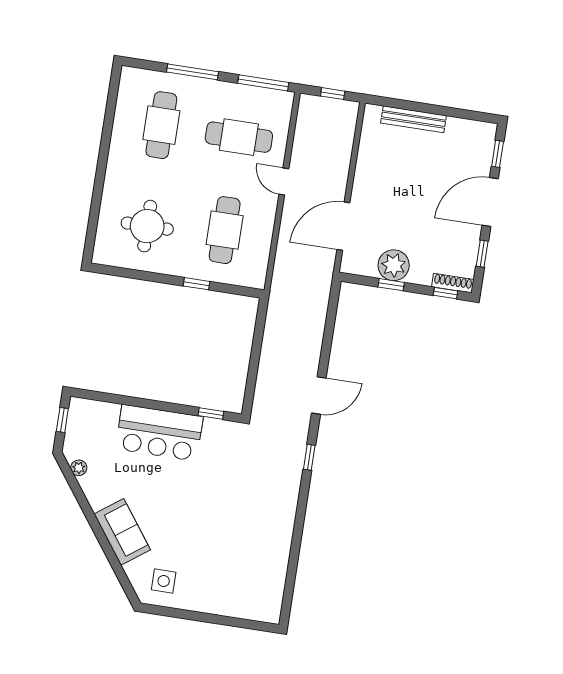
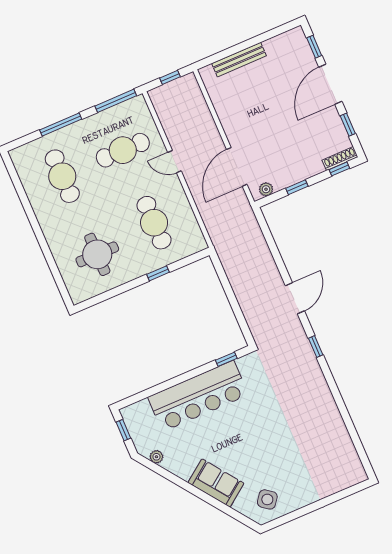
plant: (394, 265) -> (266, 189), moved, width x0.53, depth x0.53
bar counter: (159, 433) -> (198, 396), width x1.36
side table: (164, 581) -> (267, 499), turned 37

